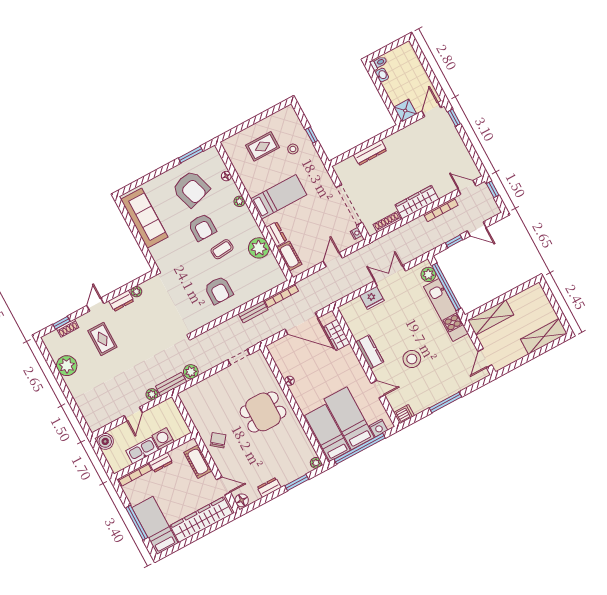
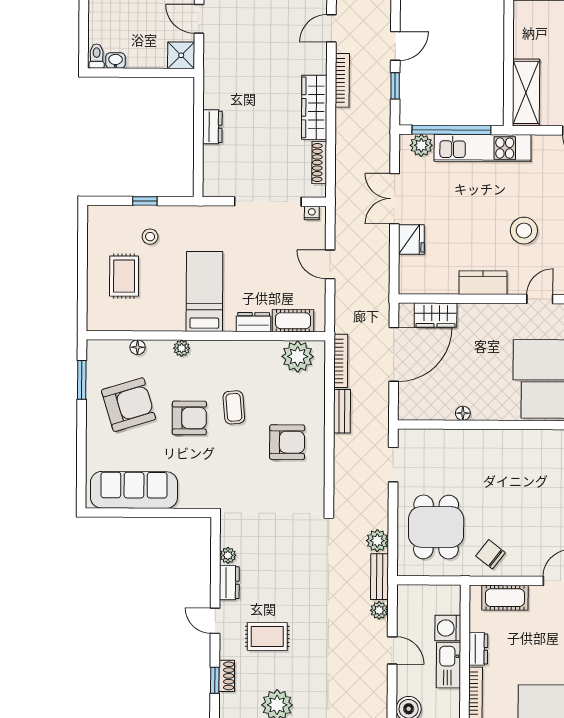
dresser: (370, 153) -> (212, 127), width x0.70
plant: (259, 248) -> (298, 356), moved
dining table: (263, 412) -> (436, 527), moved

